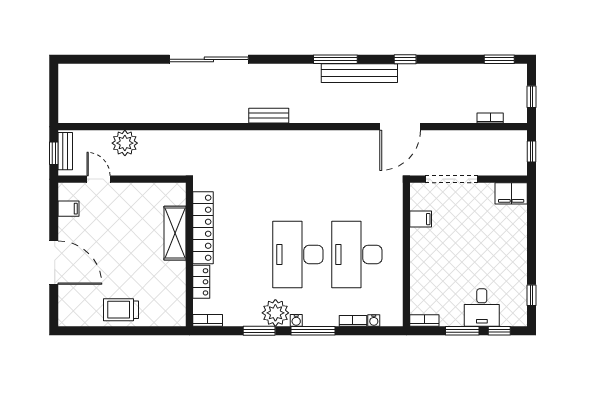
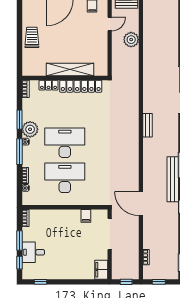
shelving: (175, 233) -> (70, 69), width x1.47

